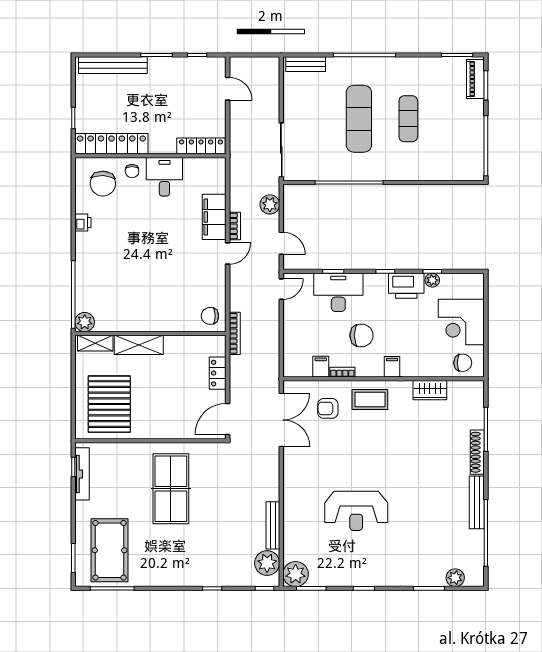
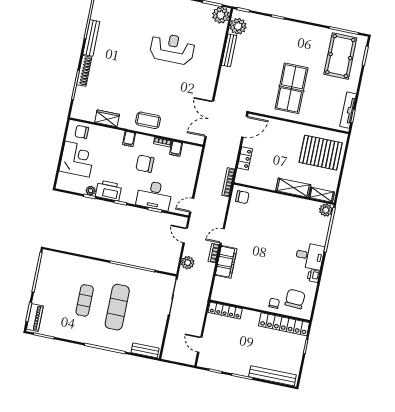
desk: (164, 177) -> (310, 256), moved, turned -90
pallet: (109, 404) -> (321, 153), turned 90
armchair: (328, 408) -> (177, 120), removed

